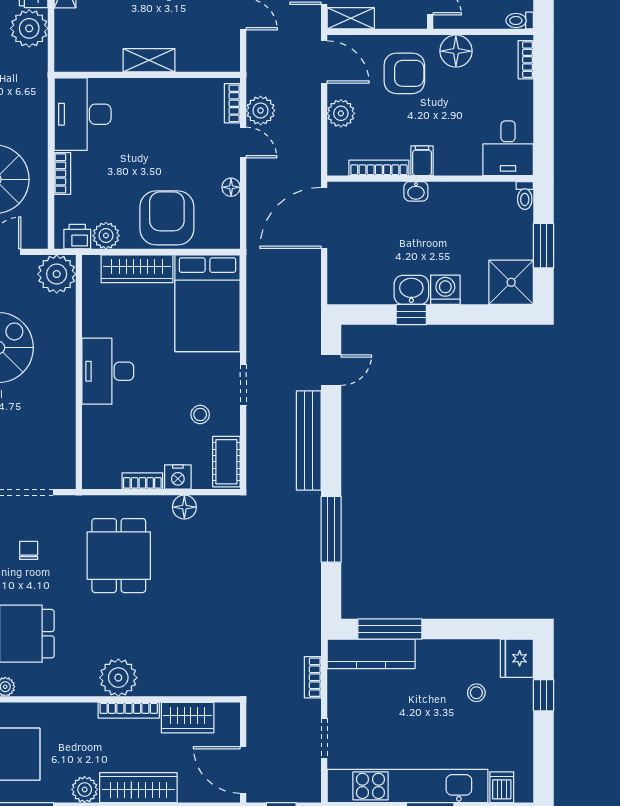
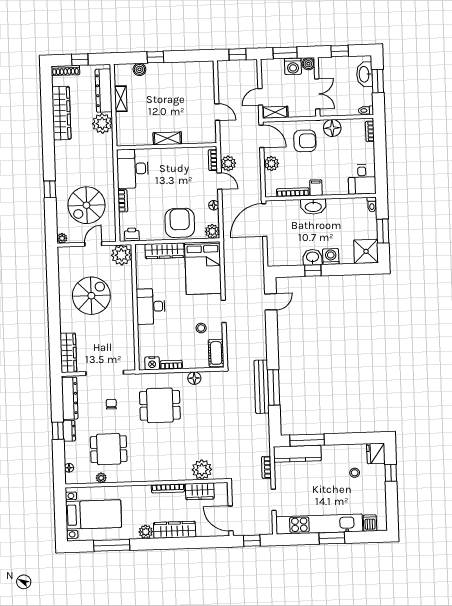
washbasin: (416, 191) -> (313, 206), width x1.91, depth x1.45
plant: (106, 236) -> (212, 231), moved
bench: (309, 440) -> (262, 387), moved
nightstand: (178, 477) -> (152, 363), moved
dining table: (119, 556) -> (160, 405), turned 90
plant: (118, 678) -> (202, 470), moved

